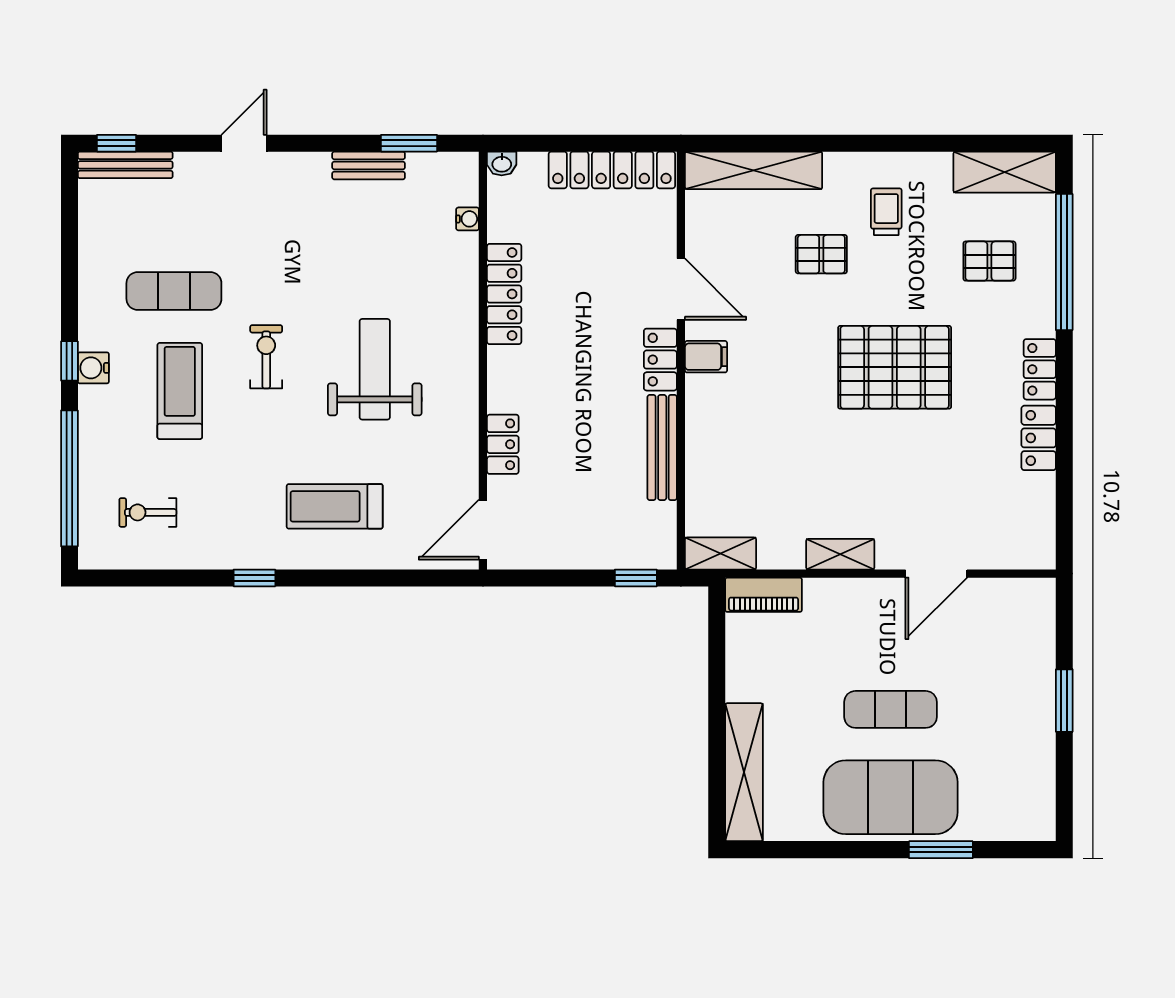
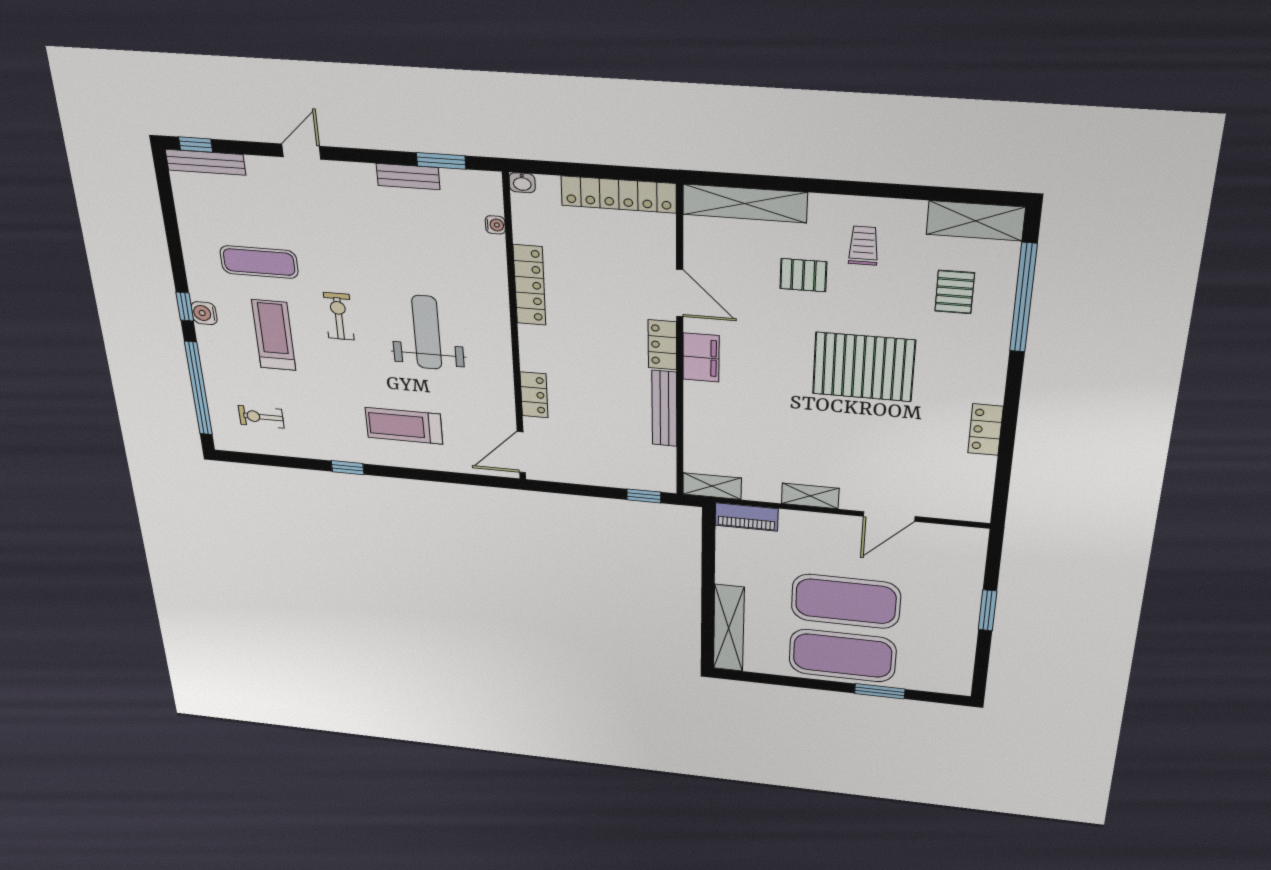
pallet: (989, 261) -> (955, 292), turned 90
filing cabinet: (706, 357) -> (701, 357), width x2.00
locker: (1040, 369) -> (992, 379), removed
exercise mat: (891, 709) -> (846, 601), width x2.00, depth x1.45

